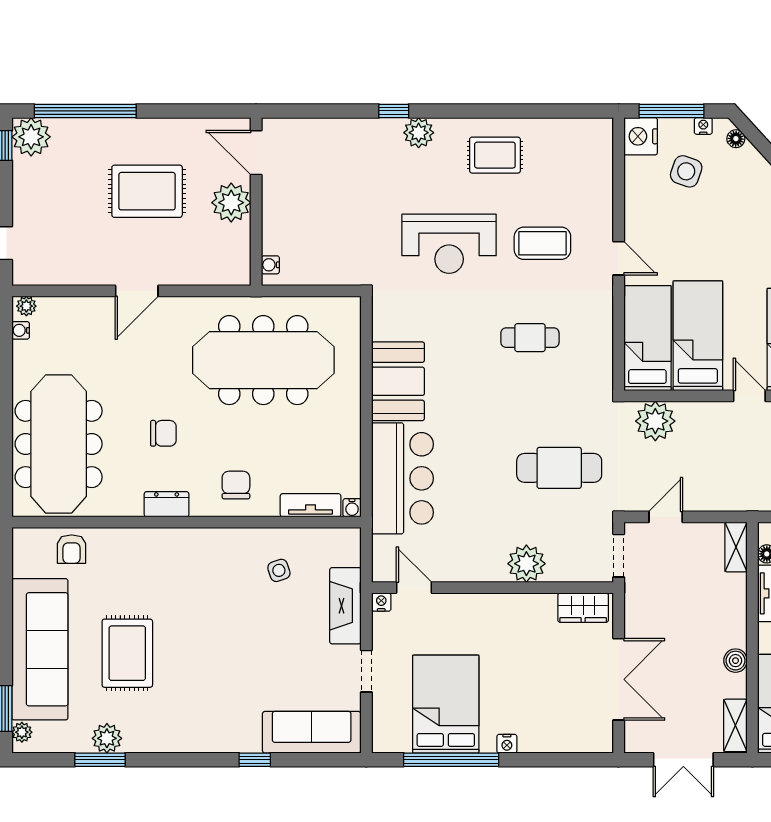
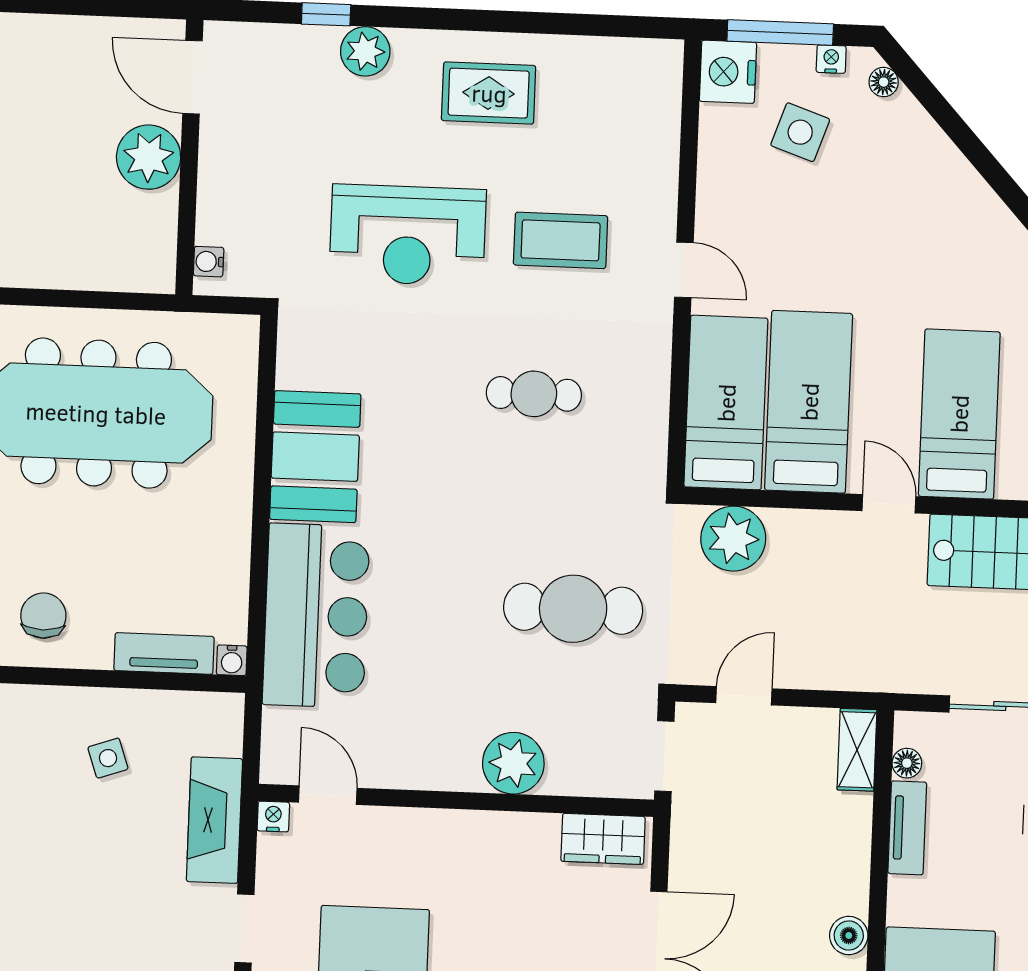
door: (256, 153) -> (193, 77), moved
wall: (256, 202) -> (189, 157), moved
plant: (231, 203) -> (149, 157), moved
water cooler: (270, 265) -> (209, 262), moved

